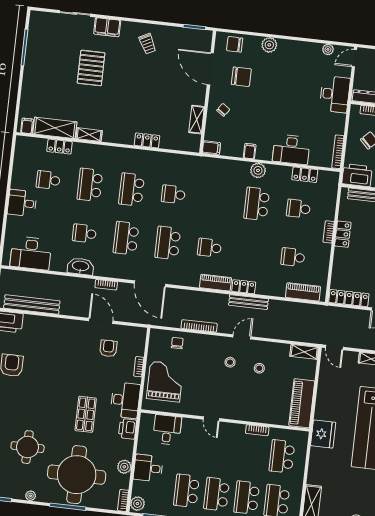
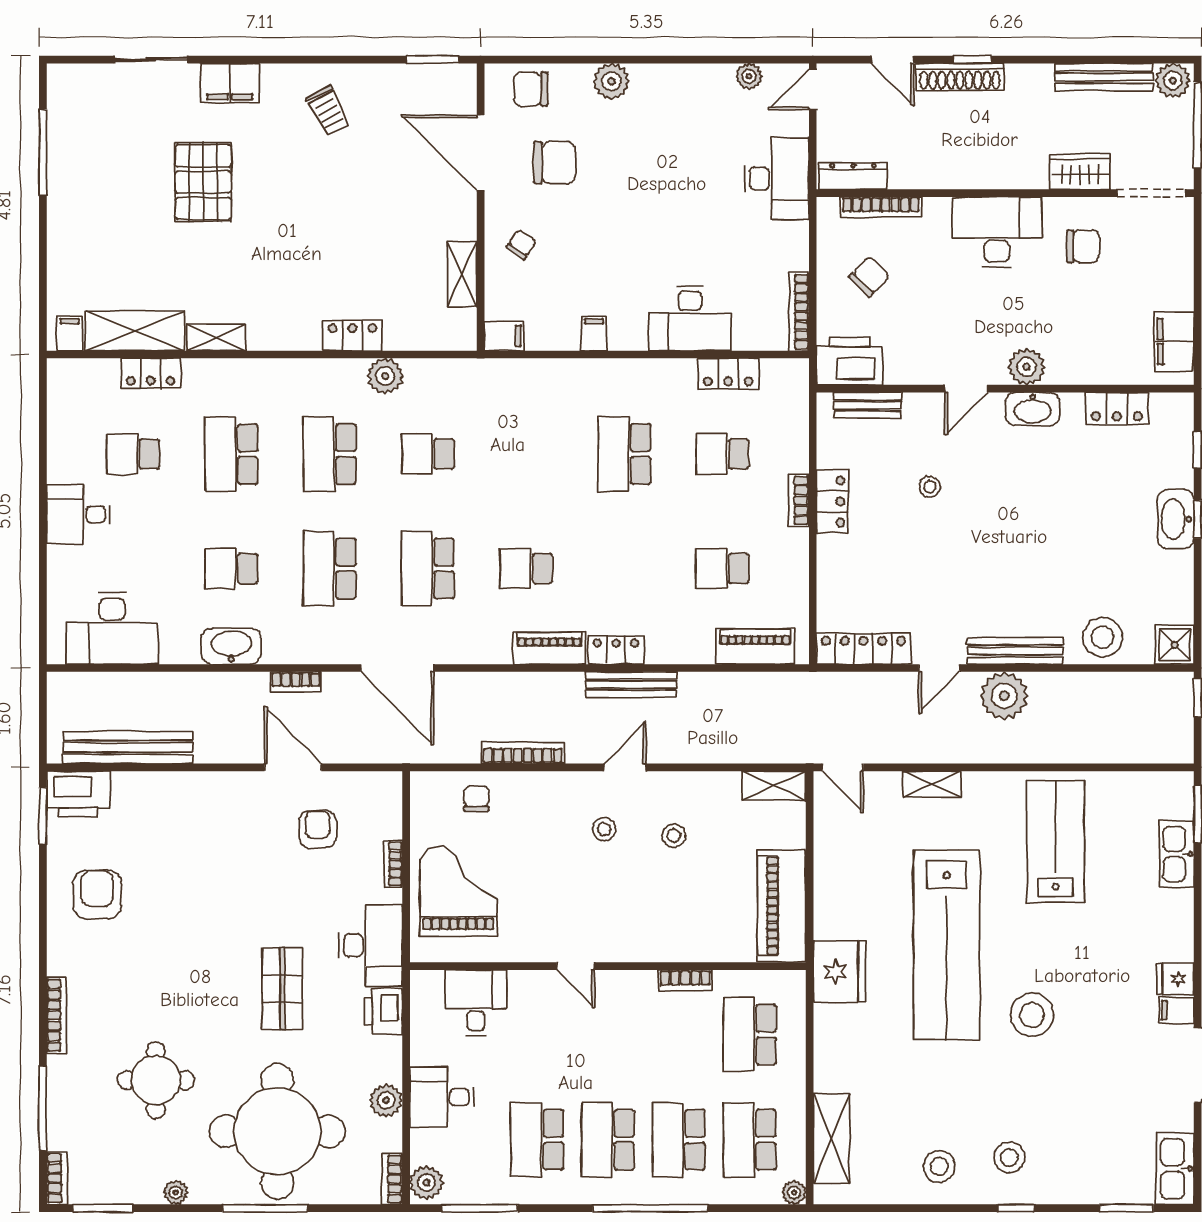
plant: (258, 170) -> (385, 376), moved

